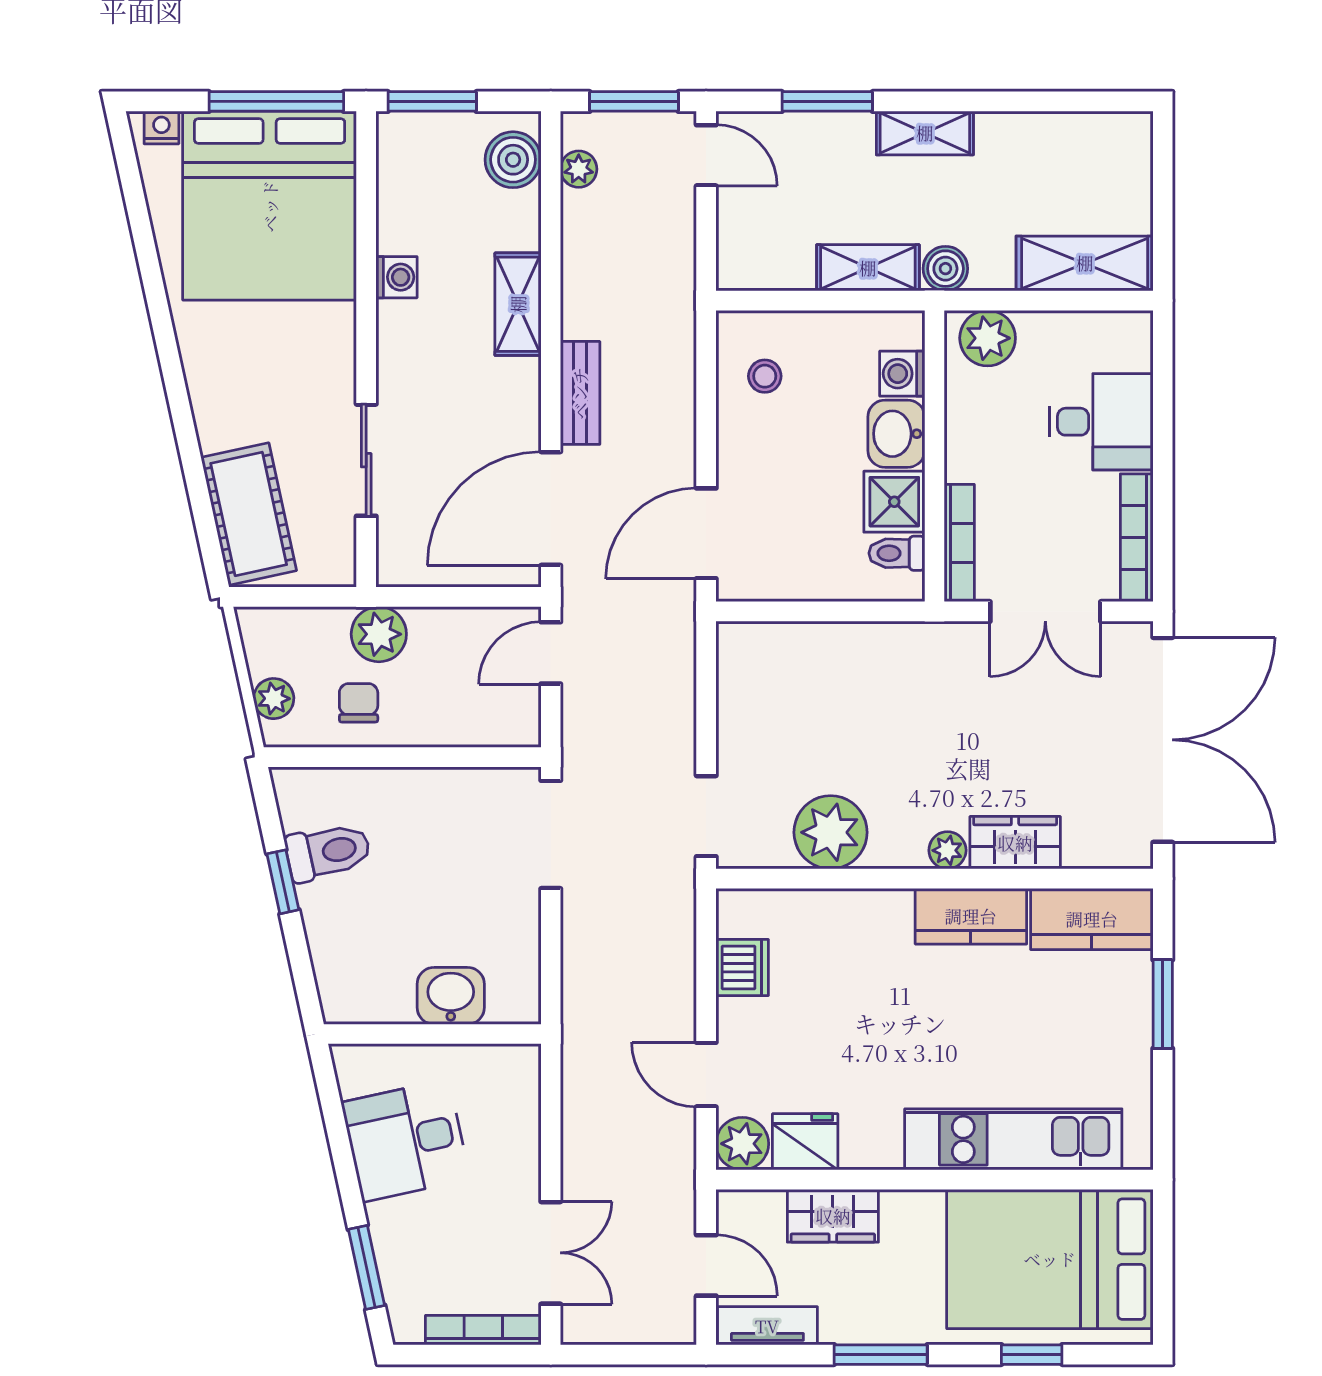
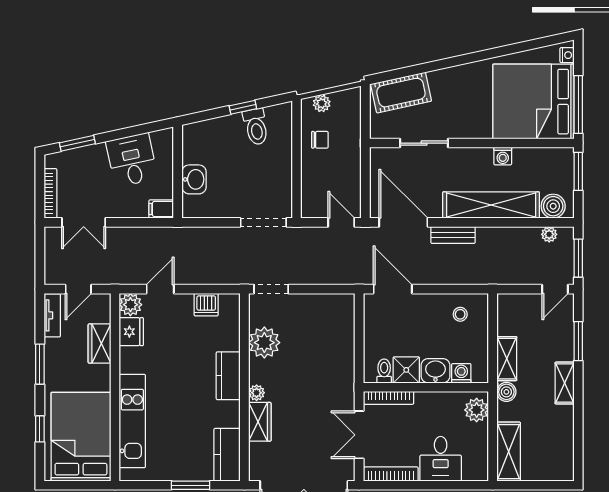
shelving: (518, 304) -> (491, 205), width x2.20, depth x1.33
plant: (379, 634) -> (349, 148), removed
kitchen counter: (971, 916) -> (228, 376), moved
filing cabinet: (520, 1072) -> (161, 209), added

